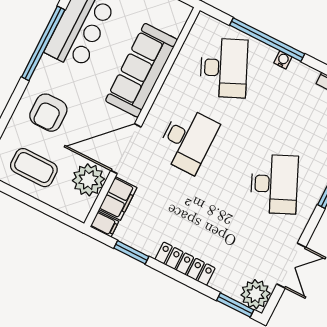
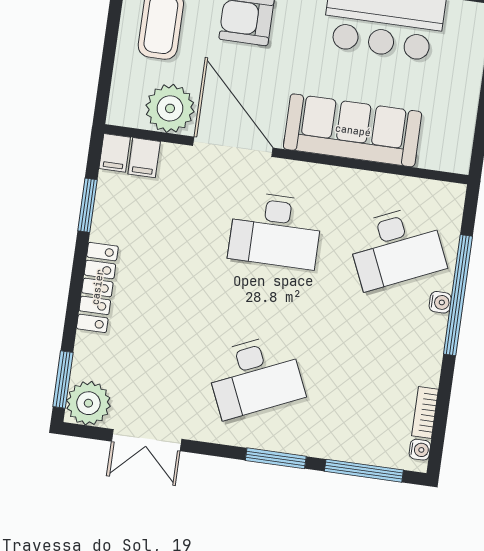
water cooler: (283, 60) -> (440, 302), moved
filing cabinet: (118, 198) -> (144, 158), width x0.50

